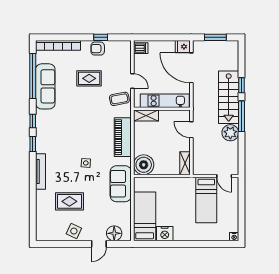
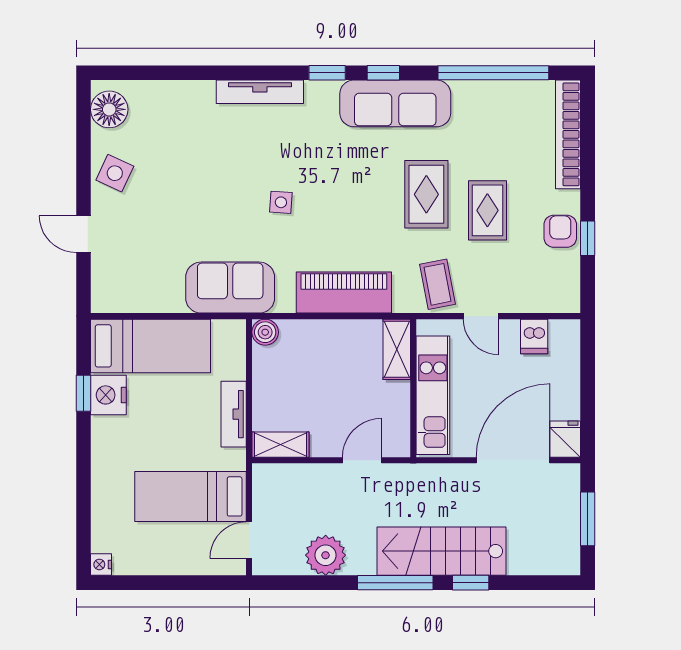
dishwasher: (141, 48) -> (534, 336), moved
door: (132, 81) -> (481, 316), hinge flipped
sofa: (45, 86) -> (395, 103), moved
plant: (230, 133) -> (326, 555), moved
boiler: (144, 165) -> (265, 332), width x0.54, depth x0.54
tv unit: (173, 182) -> (234, 414), added
rug: (69, 201) -> (426, 194), moved
floor lamp: (114, 233) -> (109, 109), moved
window: (164, 244) -> (83, 393), added

